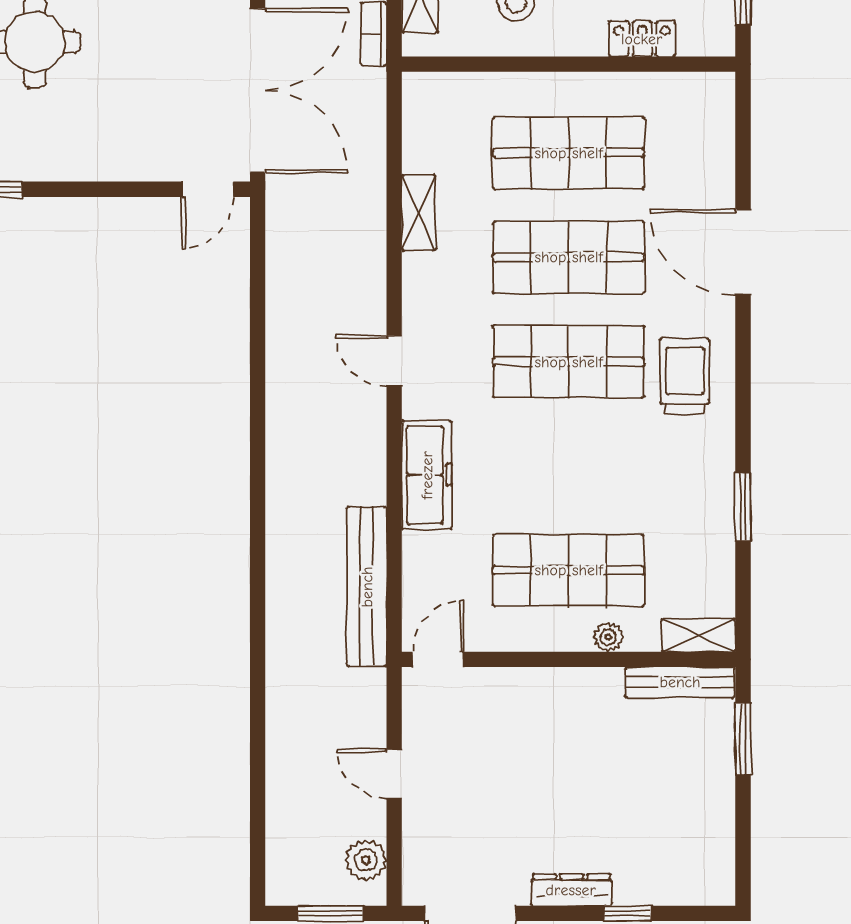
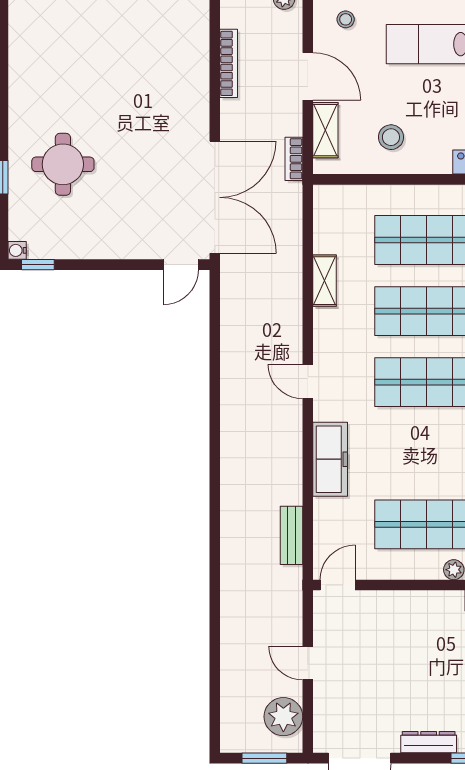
bench: (367, 587) -> (291, 535), width x0.54, depth x0.82
plant: (366, 860) -> (283, 717), width x1.36, depth x1.36

